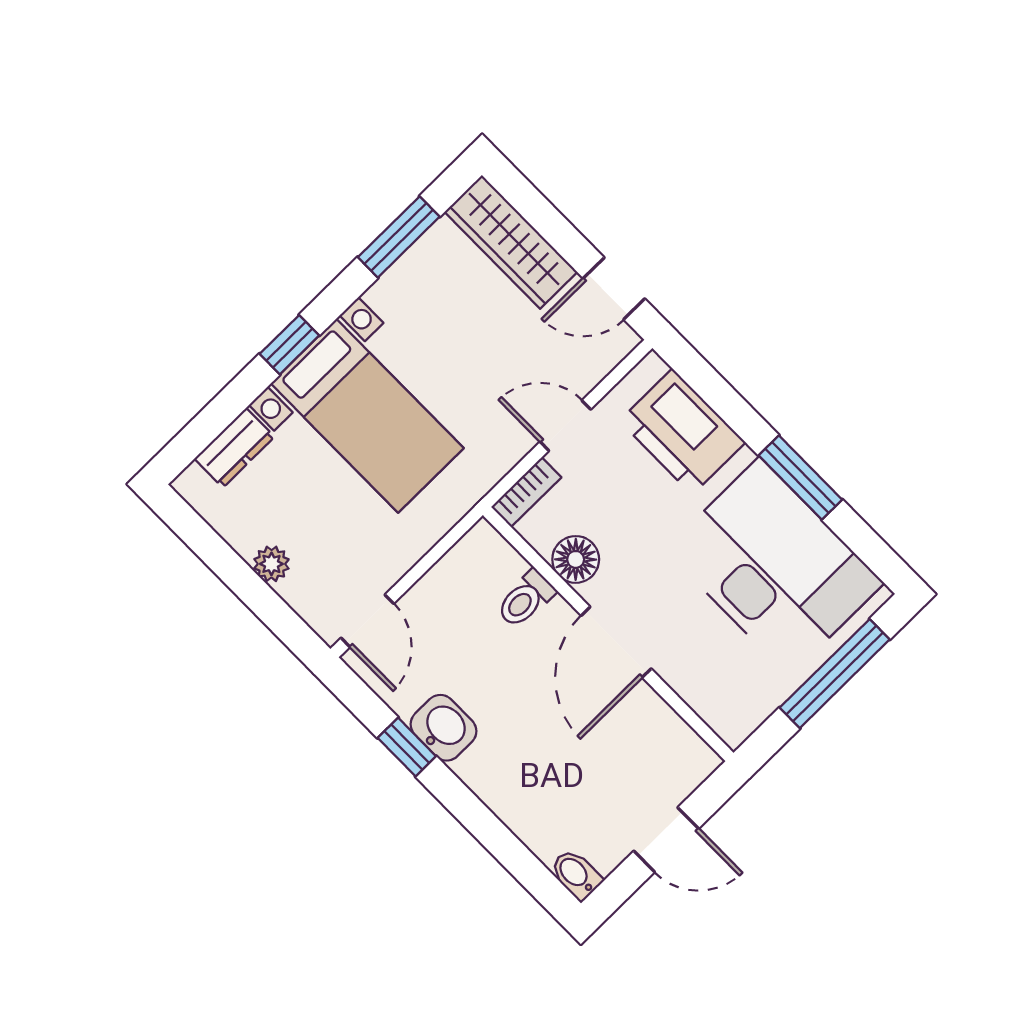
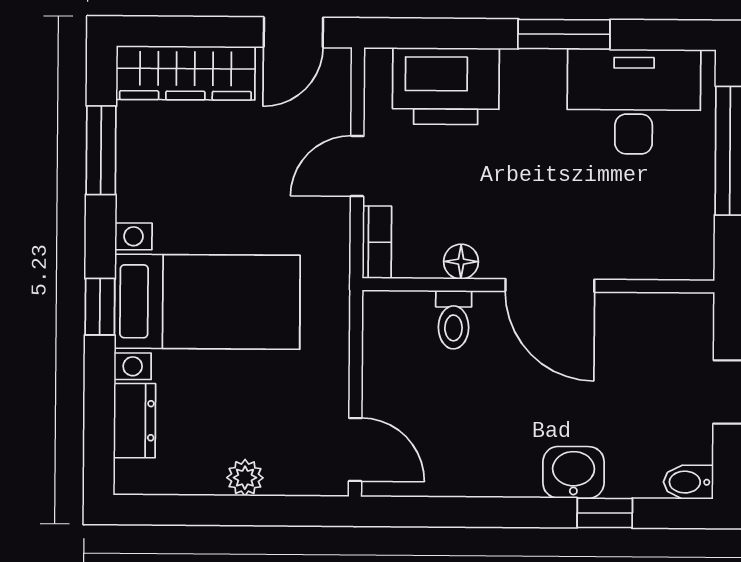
floor lamp: (576, 559) -> (461, 262), width x0.73, depth x0.73
desk: (774, 567) -> (634, 102), width x0.73, depth x0.77
washbasin: (444, 728) -> (573, 472), moved
window: (407, 747) -> (605, 513), moved

